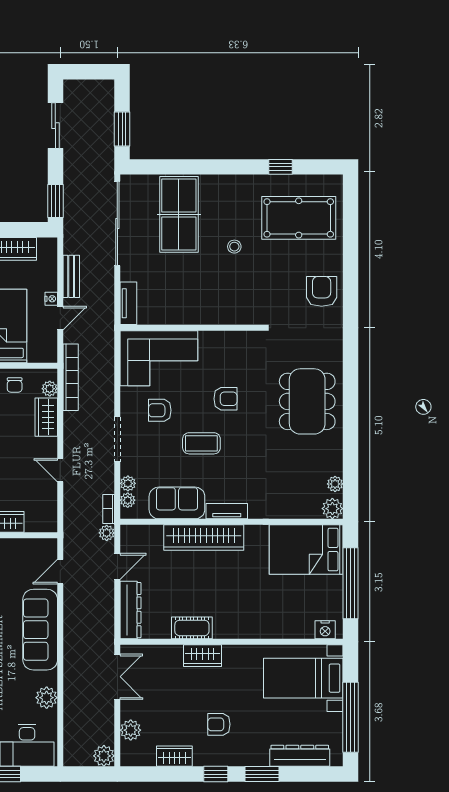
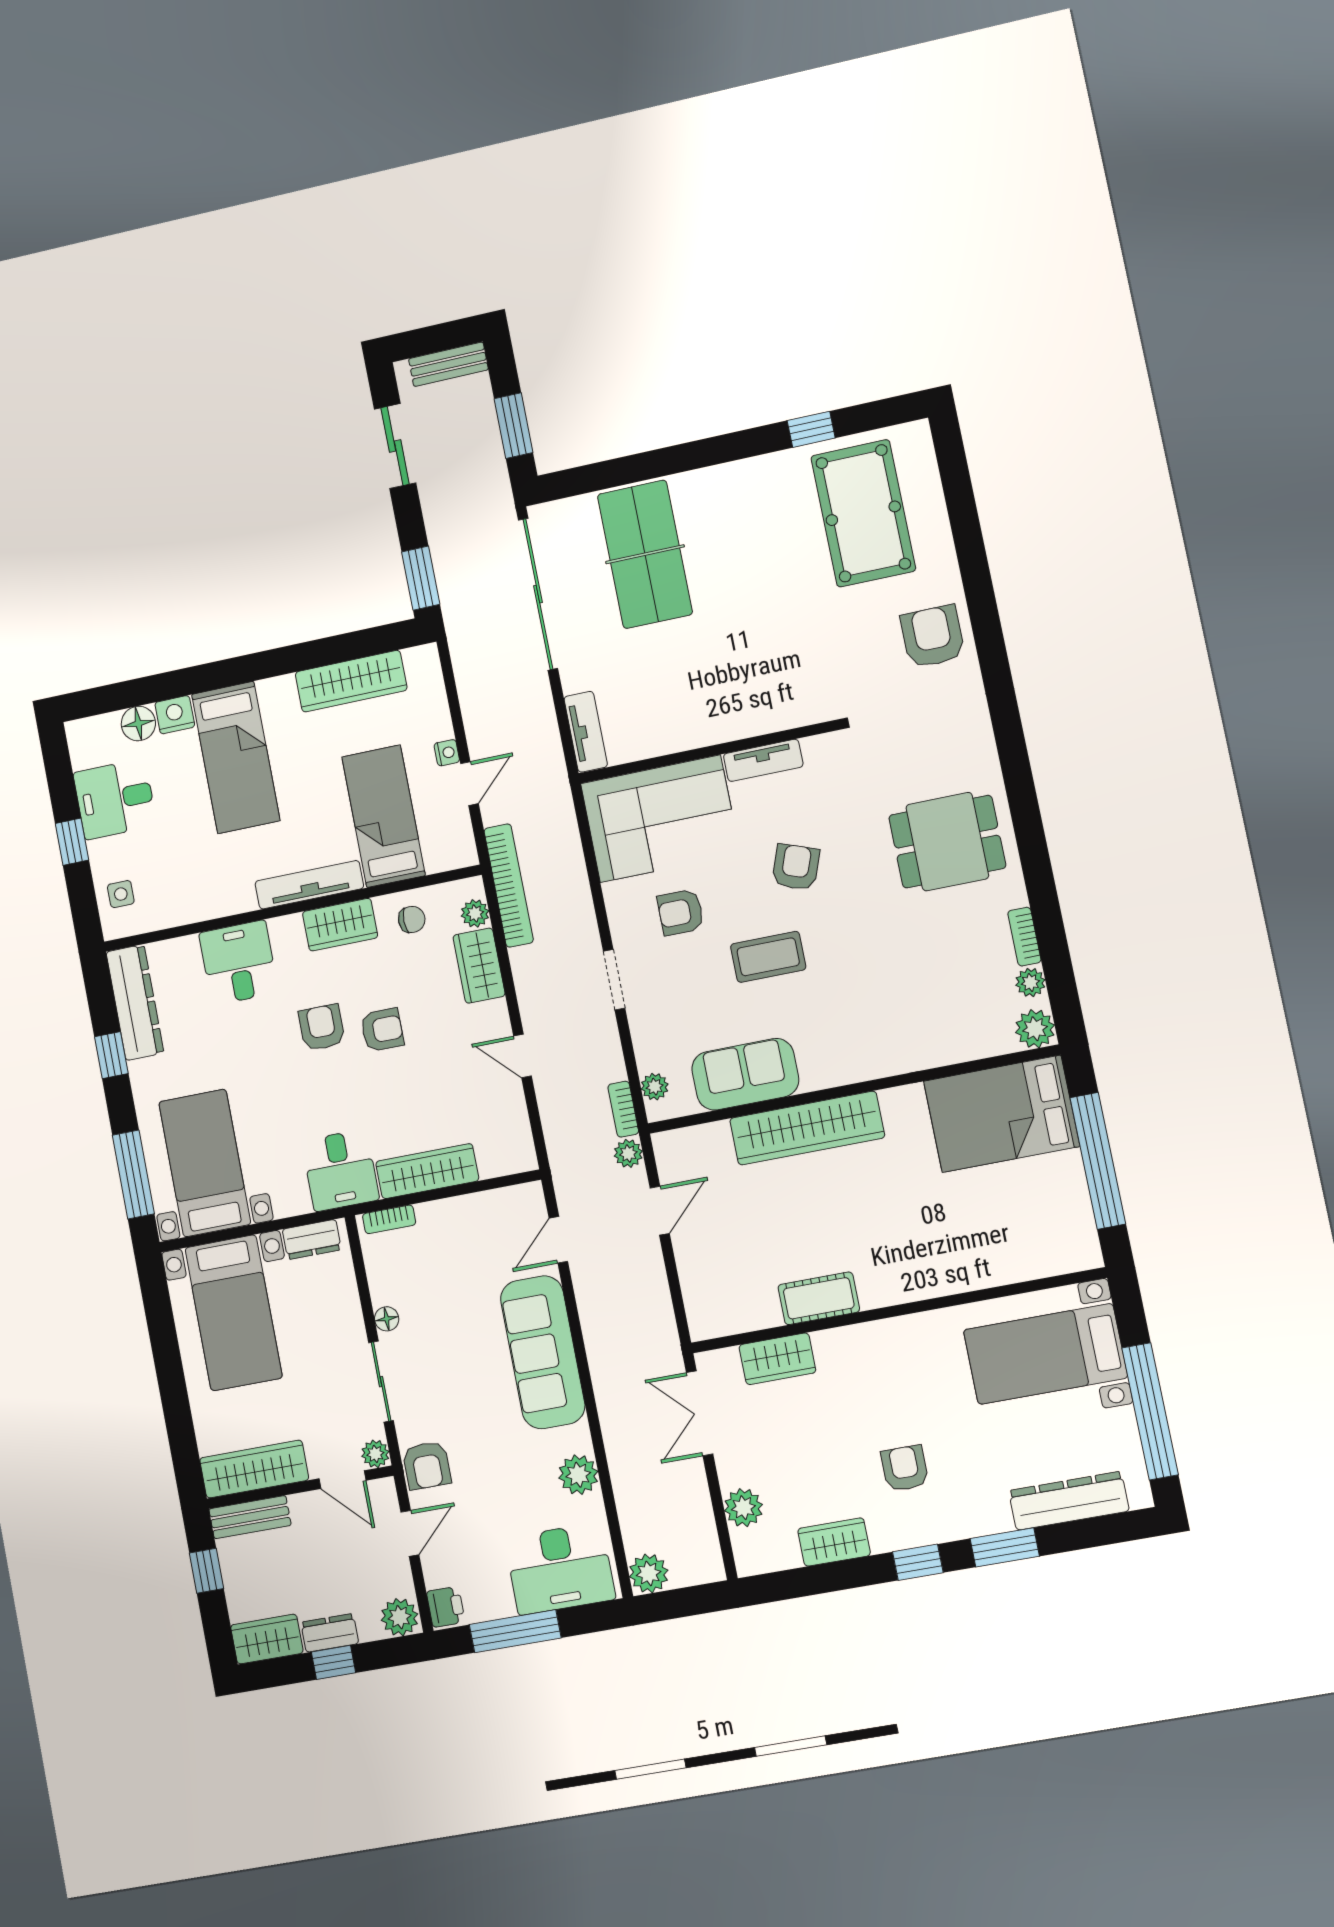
pool table: (299, 218) -> (863, 513), turned 90
stool: (234, 247) -> (756, 590), removed
bench: (71, 276) -> (448, 364), moved, turned 90
chair: (15, 385) -> (412, 919), turned -90
armchair: (225, 399) -> (796, 867), turned -70
dining table: (307, 401) -> (947, 842), width x0.73
doorway: (117, 439) -> (614, 980), width x0.73
bookcase: (337, 459) -> (1024, 937), added
plant: (128, 483) -> (649, 1056), removed
tv unit: (227, 511) -> (763, 760), moved, turned 180
dresser: (130, 610) -> (699, 1286), removed
nightstand: (325, 630) -> (1068, 1256), removed
wardrobe: (203, 656) -> (777, 1359), moved
double door: (117, 677) -> (700, 1413), swing flipped
armchair: (219, 724) -> (905, 1468), turned 90
plant: (104, 756) -> (649, 1573), moved

